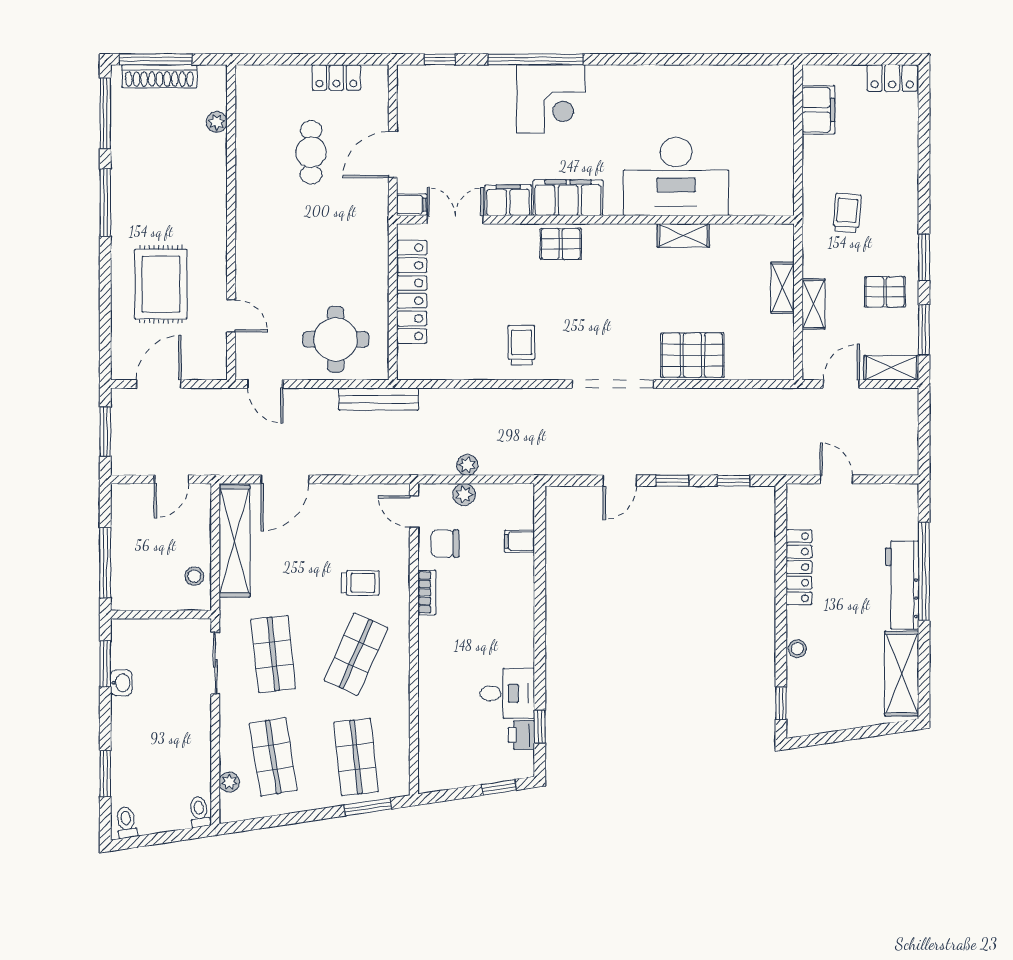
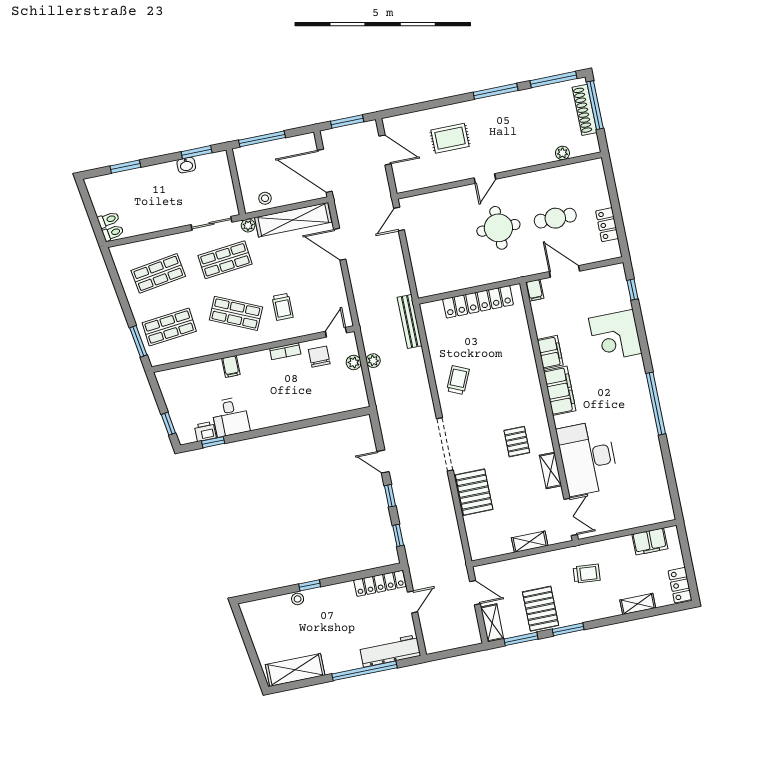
window: (535, 59) -> (656, 404), moved
corner desk: (551, 99) -> (615, 336), moved
double door: (455, 220) -> (571, 517), moved
pallet: (561, 244) -> (517, 442), moved
rug: (161, 284) -> (450, 138), width x0.73, depth x0.70
pallet: (885, 292) -> (541, 609), width x1.50, depth x1.42
shelving: (813, 304) -> (638, 604), moved
door: (231, 316) -> (485, 178), moved
round table: (336, 339) -> (498, 228), moved
trolley: (522, 345) -> (458, 380), turned -66
bench: (378, 399) -> (410, 321), moved
door: (172, 479) -> (325, 171), width x1.87
filing cabinet: (519, 541) -> (231, 366), moved, turned 180
locker: (799, 567) -> (380, 583), moved
workbench: (902, 585) -> (390, 651), moved
window: (781, 703) -> (310, 585), moved
plant: (229, 782) -> (248, 225), moved
toilet: (126, 822) -> (108, 220), moved

